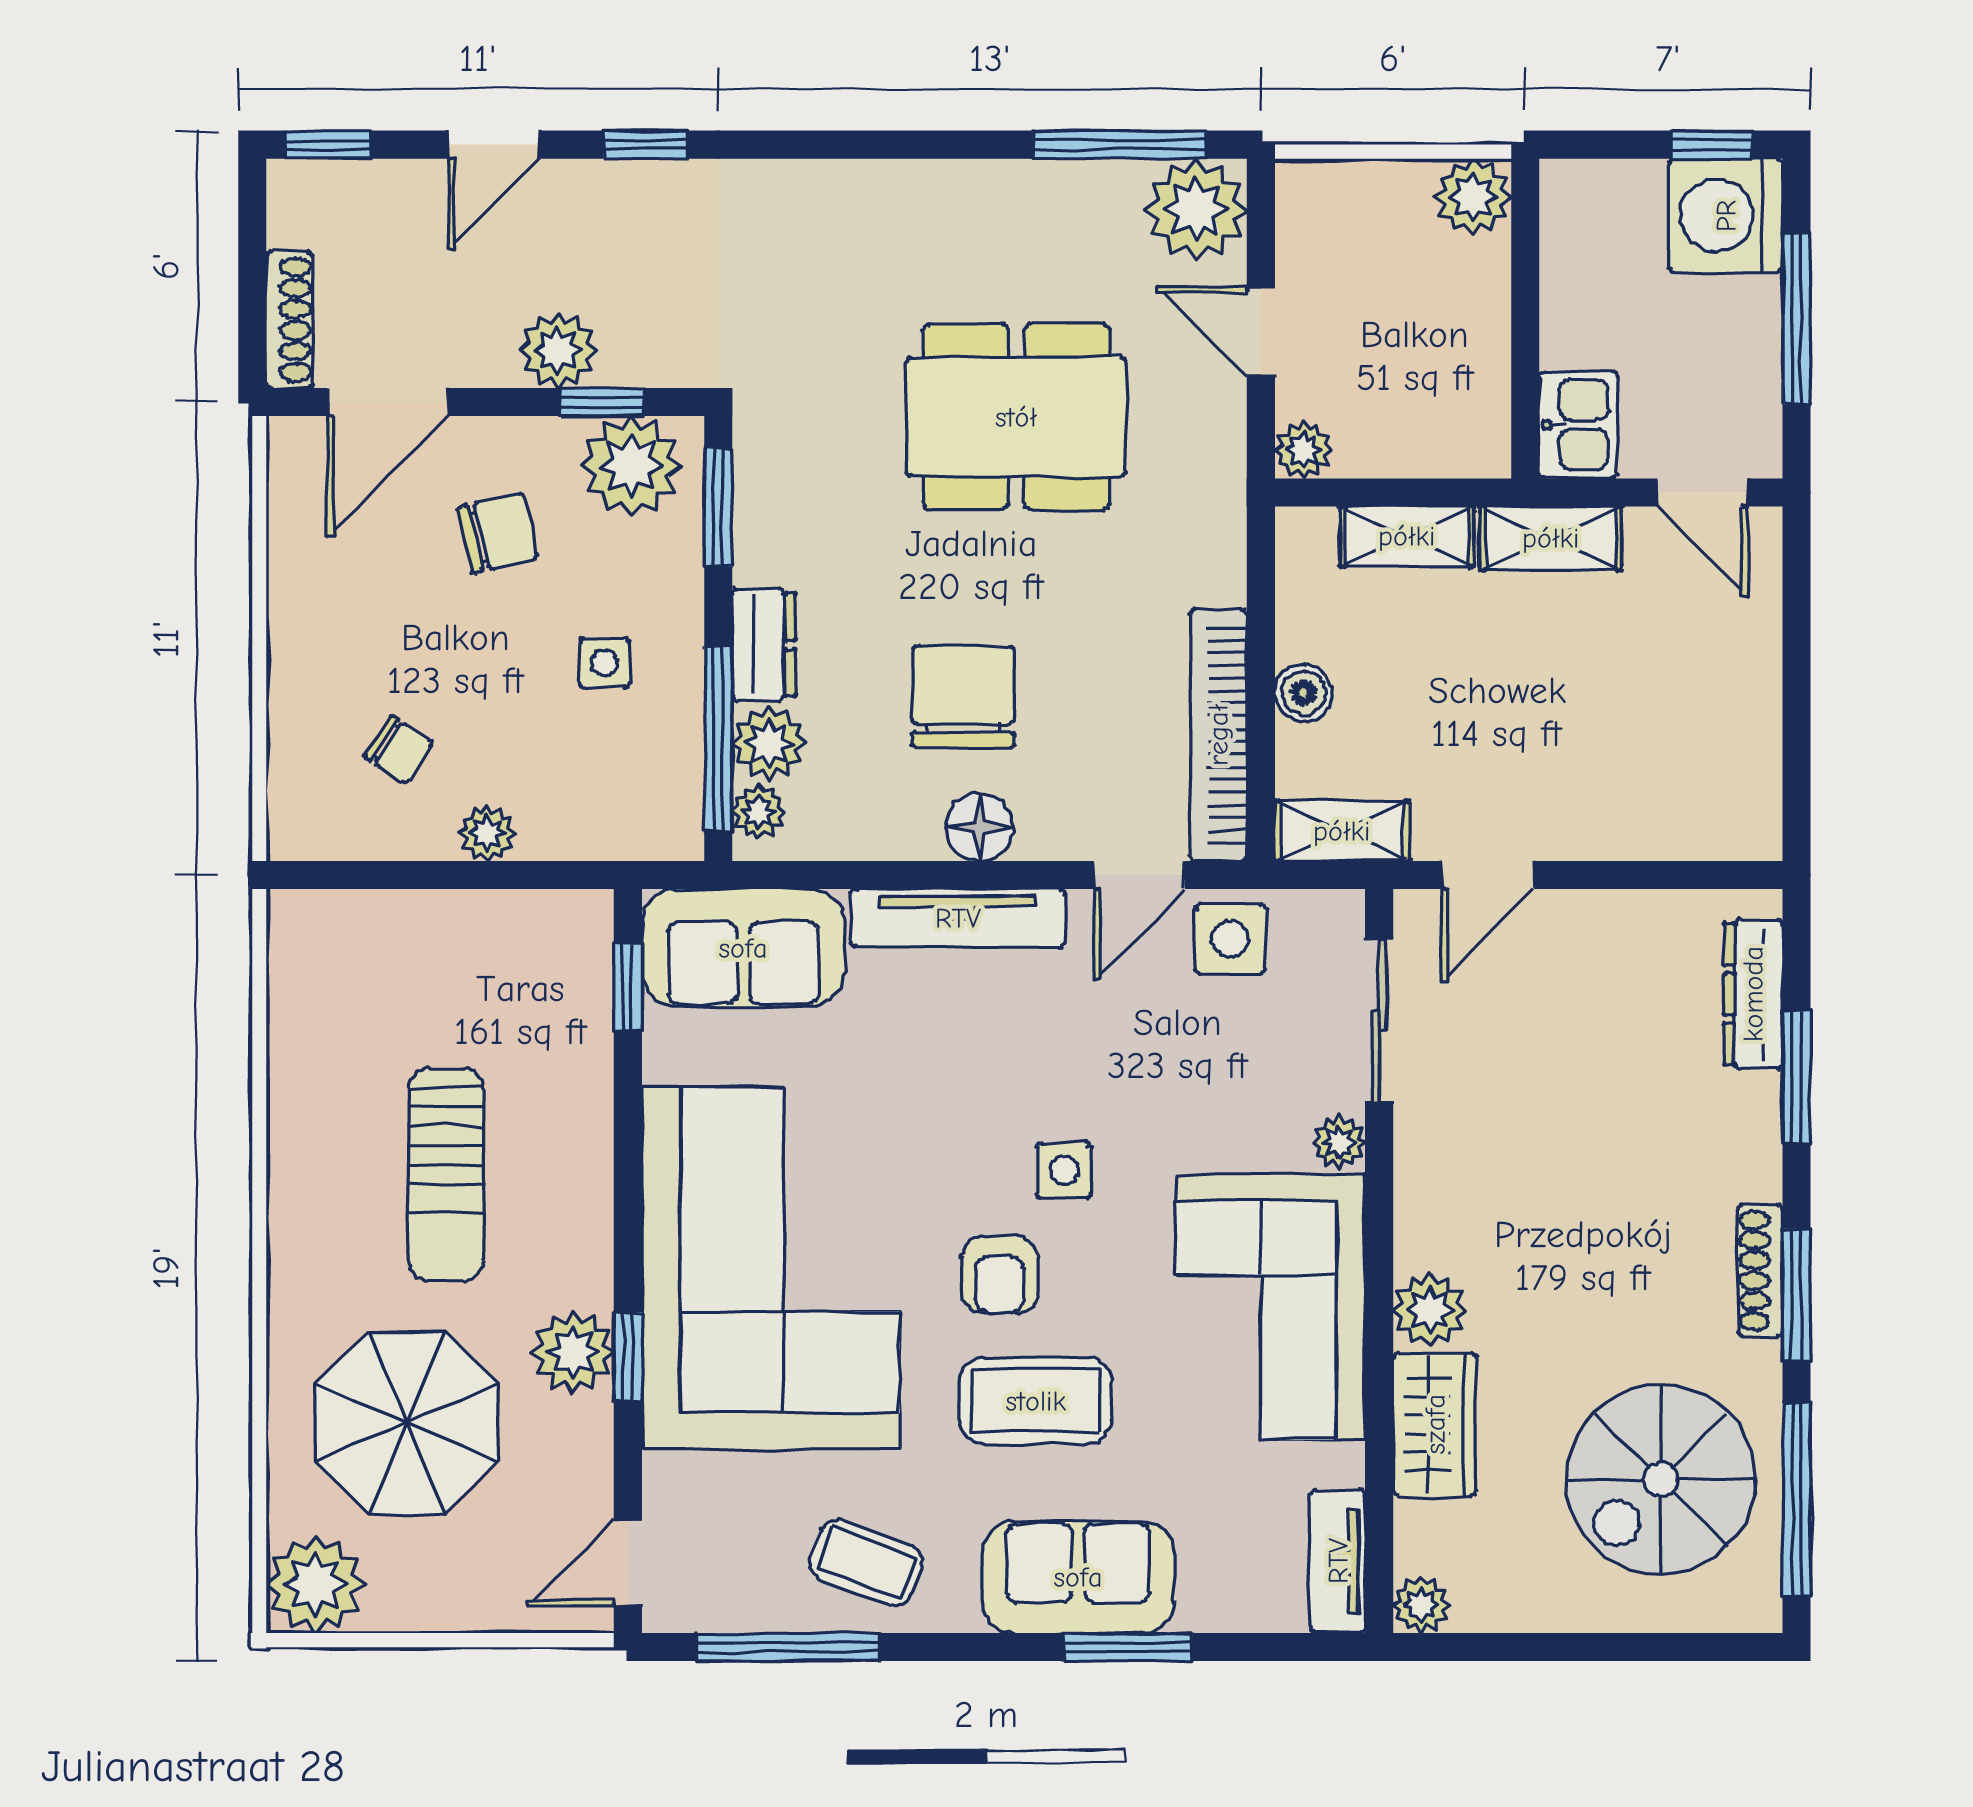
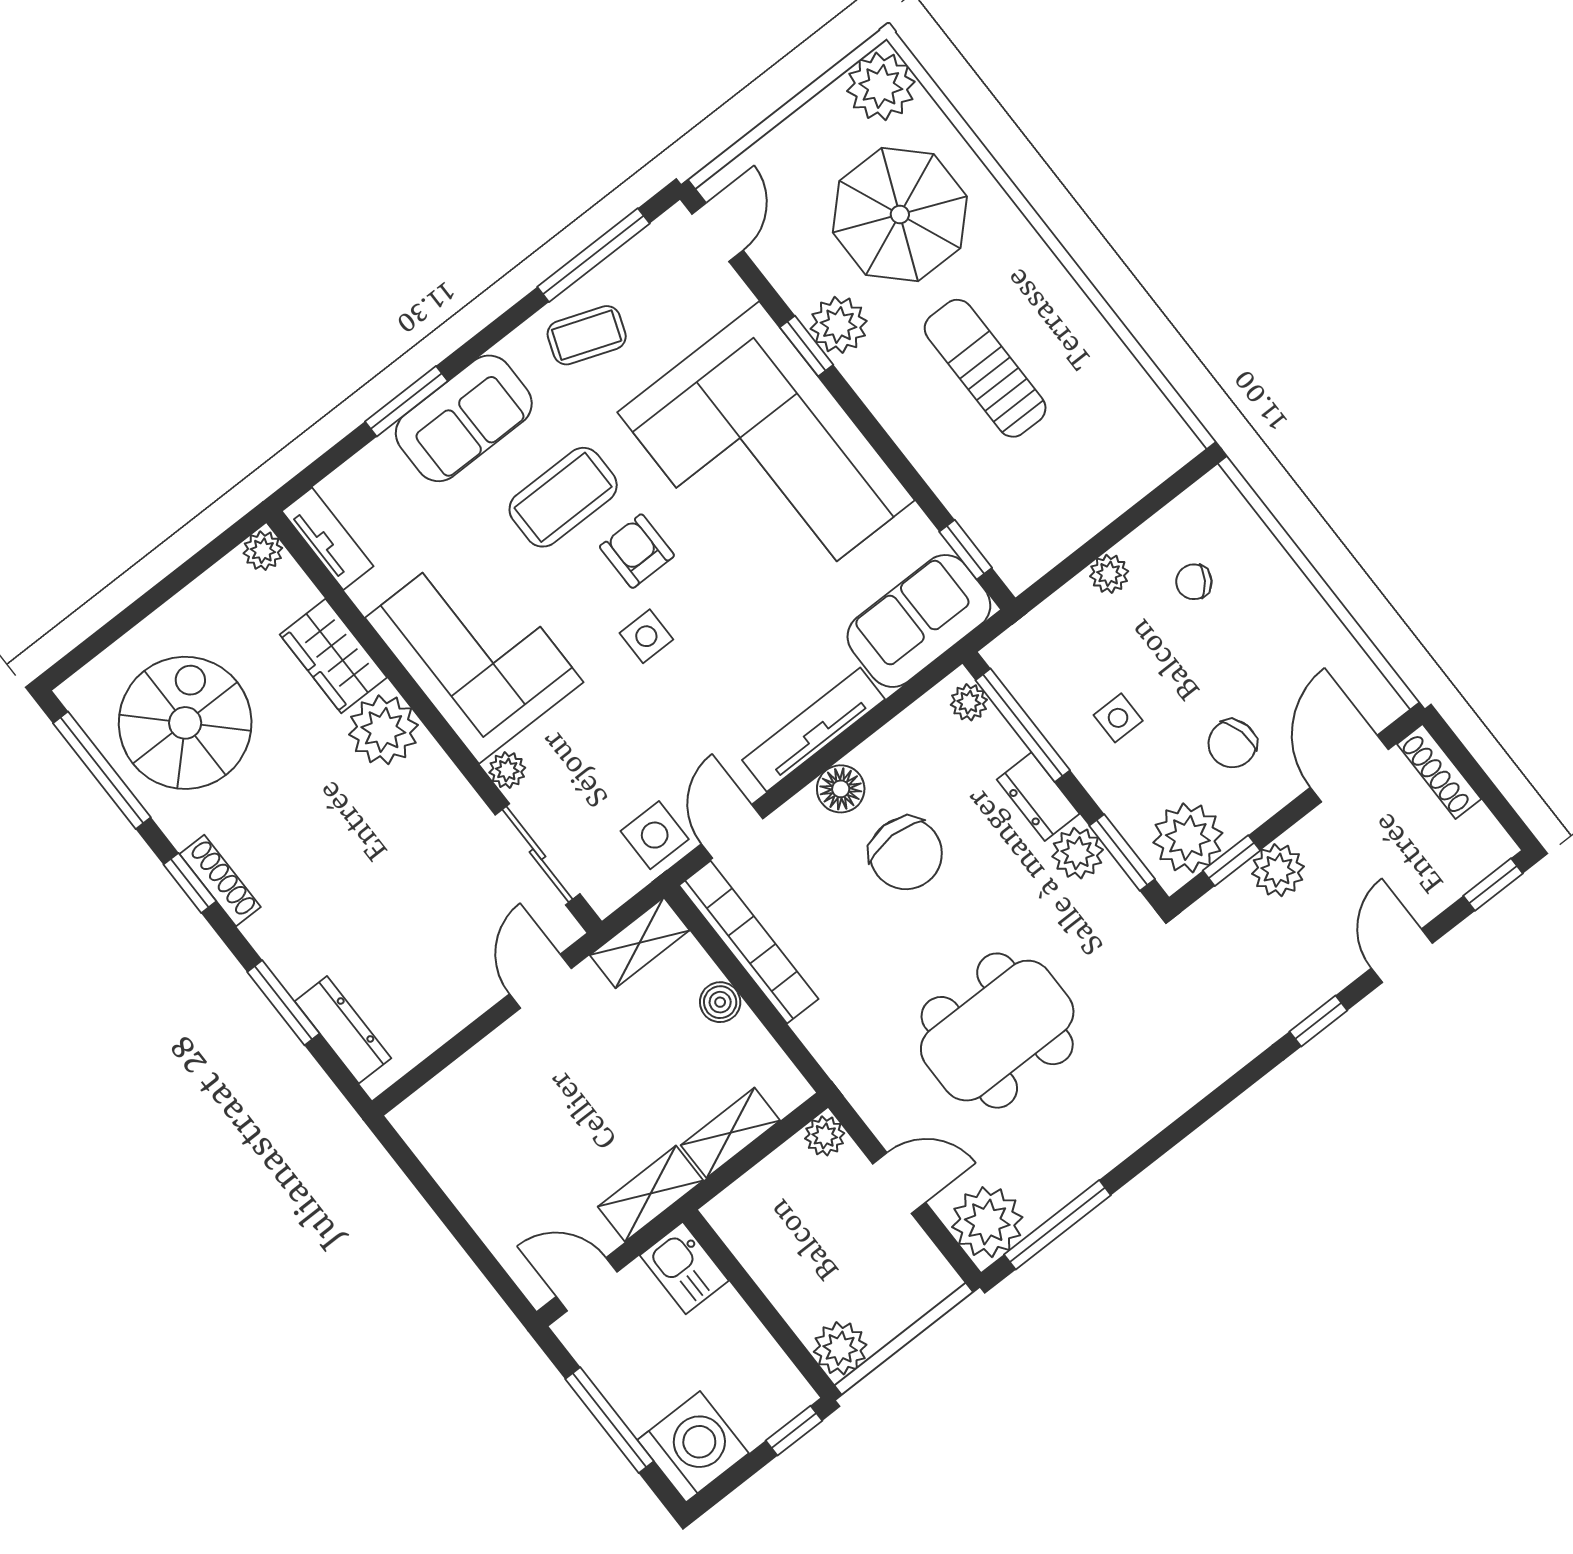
window: (1712, 145) -> (794, 1431), moved
plant: (769, 743) -> (1078, 853), moved
window: (1796, 1295) -> (190, 883), width x0.67
plant: (1430, 1310) -> (383, 730), width x1.36, depth x1.36

